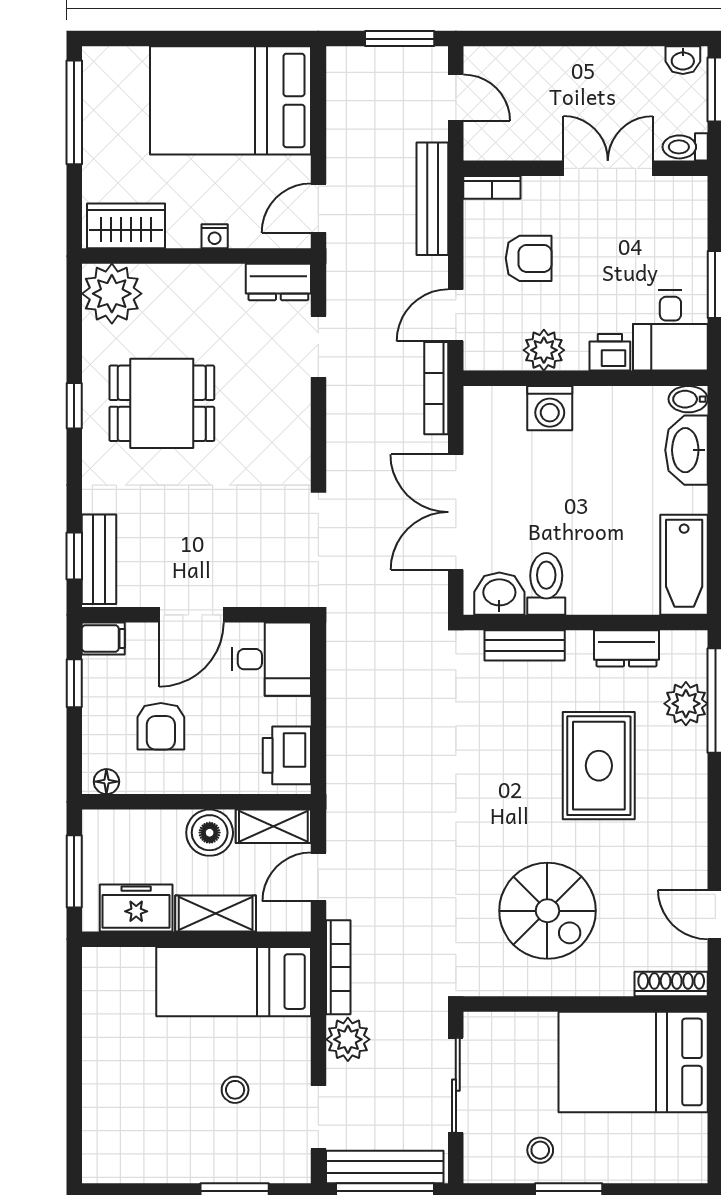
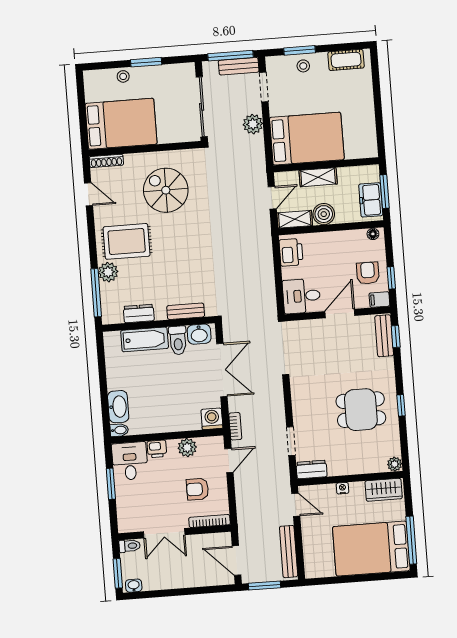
door: (456, 98) -> (237, 560), width x1.38
bed: (231, 100) -> (371, 549), moved, turned 180
bookcase: (492, 187) -> (209, 521), width x1.56
bench: (432, 199) -> (289, 552), moved
door: (318, 208) -> (296, 505), hinge flipped
plant: (112, 294) -> (395, 464), width x0.53, depth x0.53
bookcase: (436, 388) -> (235, 426), width x0.64
washing machine: (550, 408) -> (212, 419), moved
bathtub: (684, 565) -> (145, 339), moved, turned 90
plant: (686, 704) -> (108, 272), moved
armchair: (161, 726) -> (368, 273), moved
rug: (599, 766) -> (127, 241), moved, turned 90
freezer: (136, 908) -> (371, 200), moved, turned 90
bookcase: (338, 967) -> (260, 157), removed
bed: (234, 982) -> (307, 139), width x1.50
sliding door: (456, 1085) -> (202, 107), width x1.37
stool: (235, 1090) -> (303, 66), moved
stool: (540, 1150) -> (123, 76), moved
cot: (136, 1163) -> (346, 60), added
bench: (385, 1167) -> (239, 66), width x0.73

